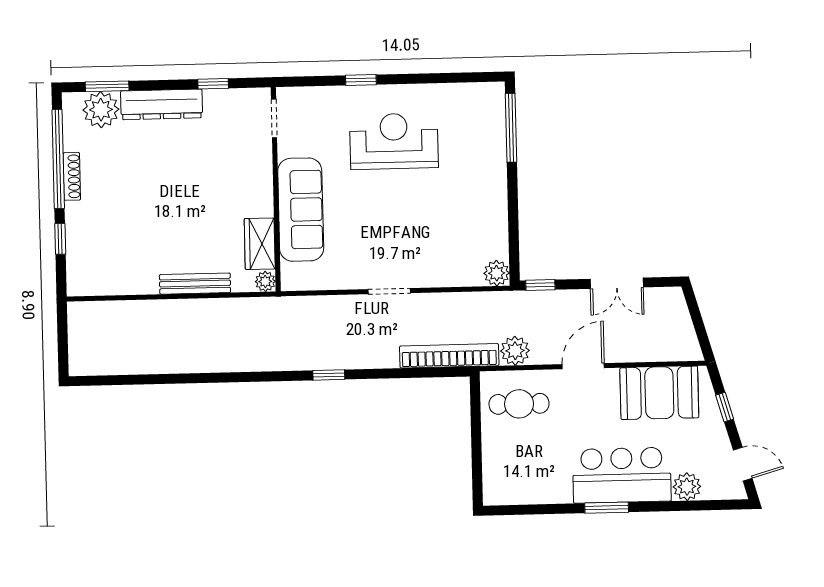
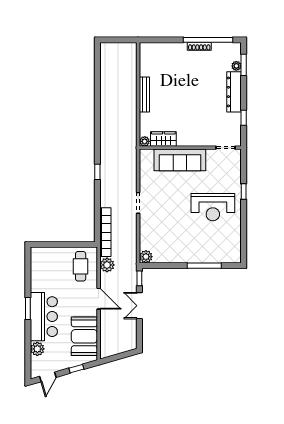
plant: (101, 110) -> (236, 66), width x0.53, depth x0.53
window: (511, 128) -> (204, 266), moved
reception desk: (394, 141) -> (213, 207), turned 90
window: (60, 239) -> (168, 40), removed
double door: (617, 283) -> (139, 306), moved
bench: (195, 284) -> (144, 95), moved

